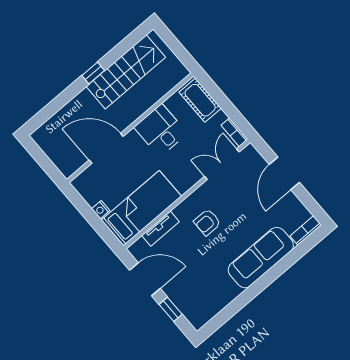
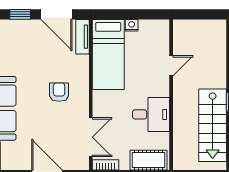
door: (106, 148) -> (171, 66), width x0.53
tv unit: (160, 229) -> (83, 37), moved
door: (145, 279) -> (57, 14), hinge flipped

